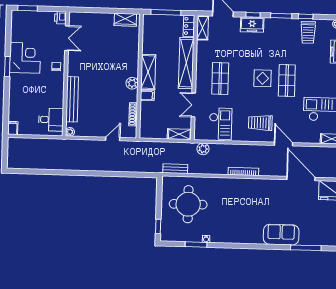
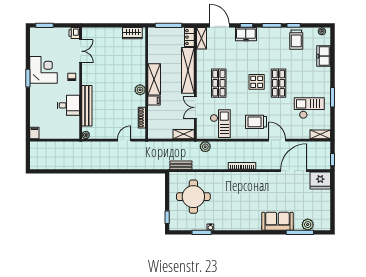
desk: (51, 120) -> (68, 105), moved
door: (301, 179) -> (294, 171), hinge flipped
plant: (315, 239) -> (308, 225), added

